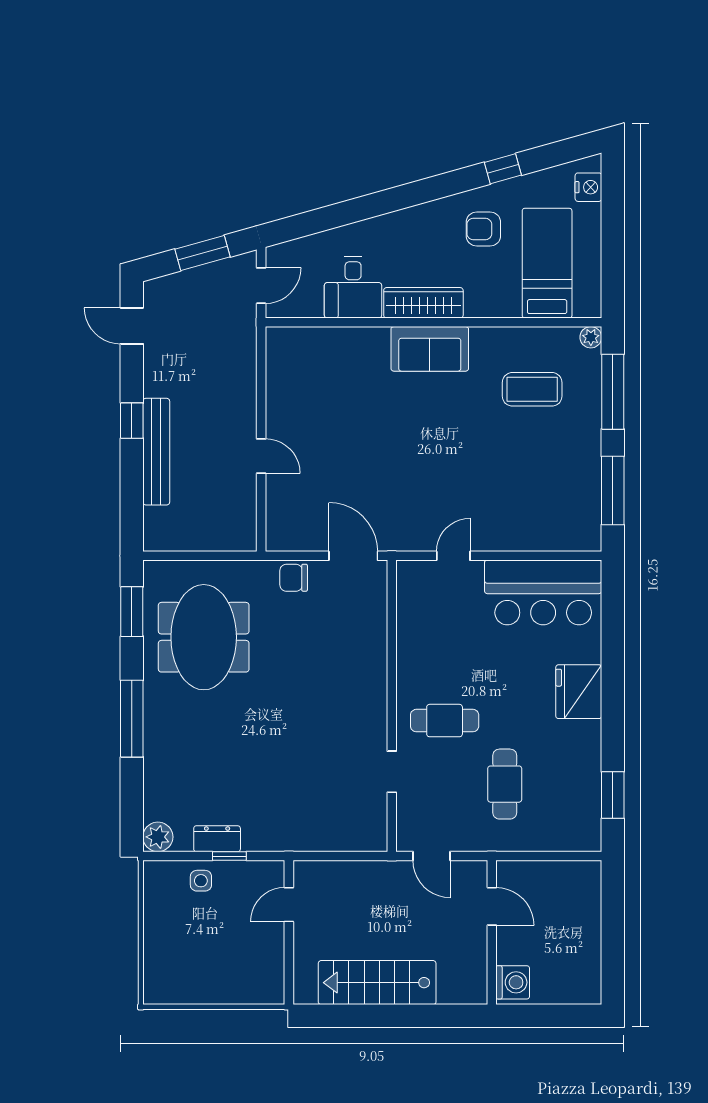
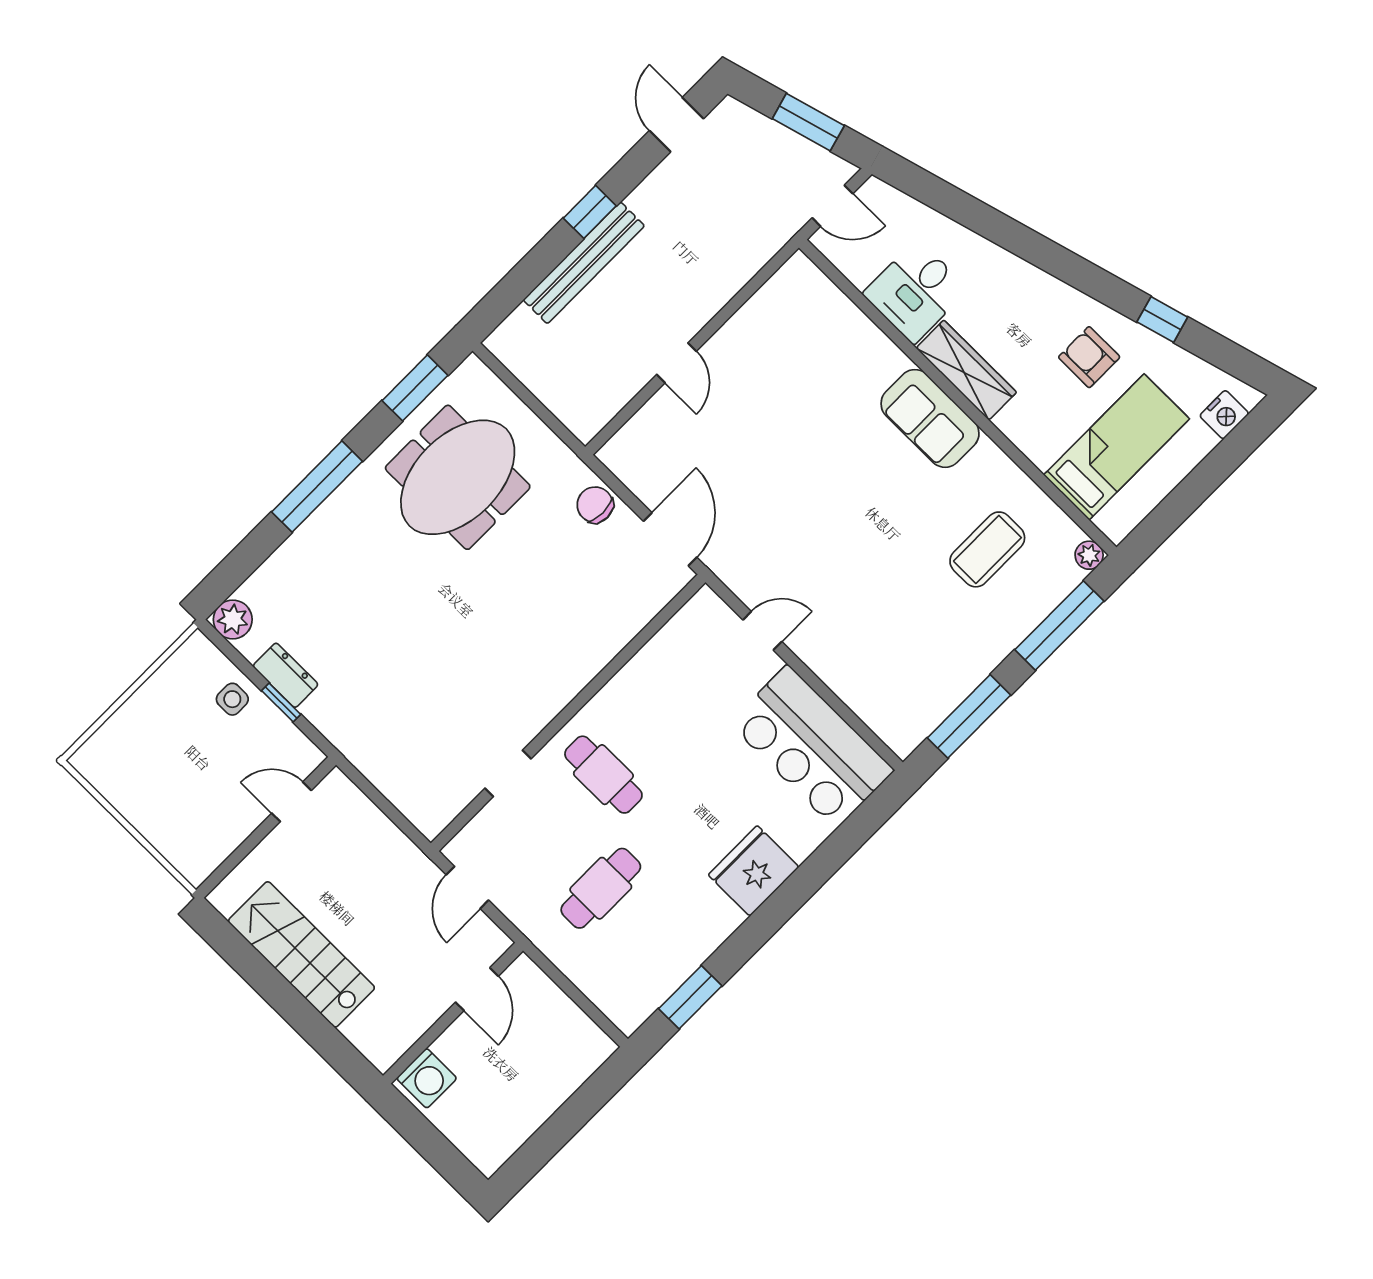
coffee table: (532, 389) -> (987, 549), turned 90

